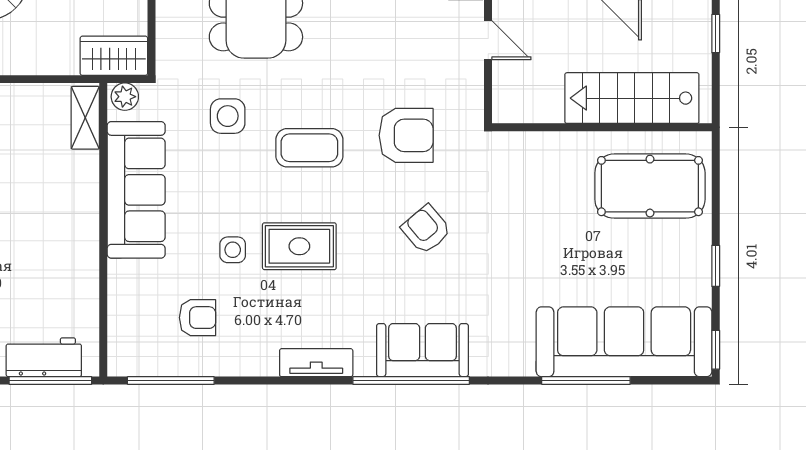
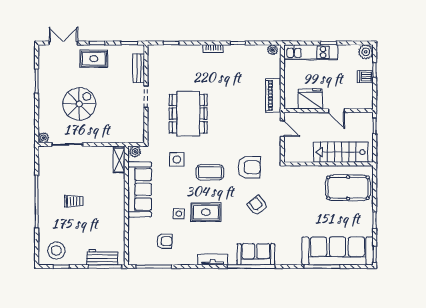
wardrobe: (114, 56) -> (131, 135), removed

